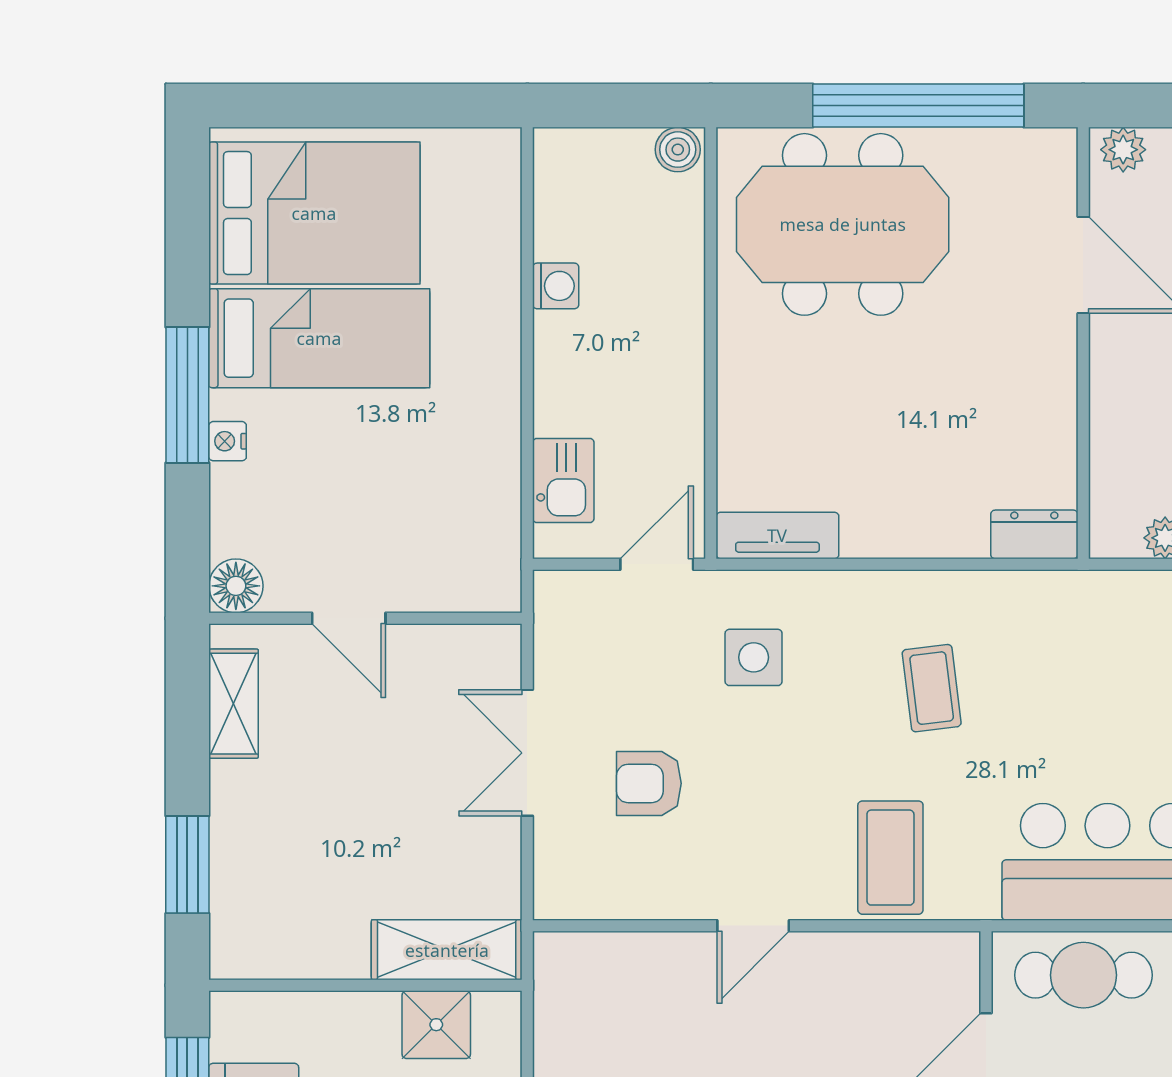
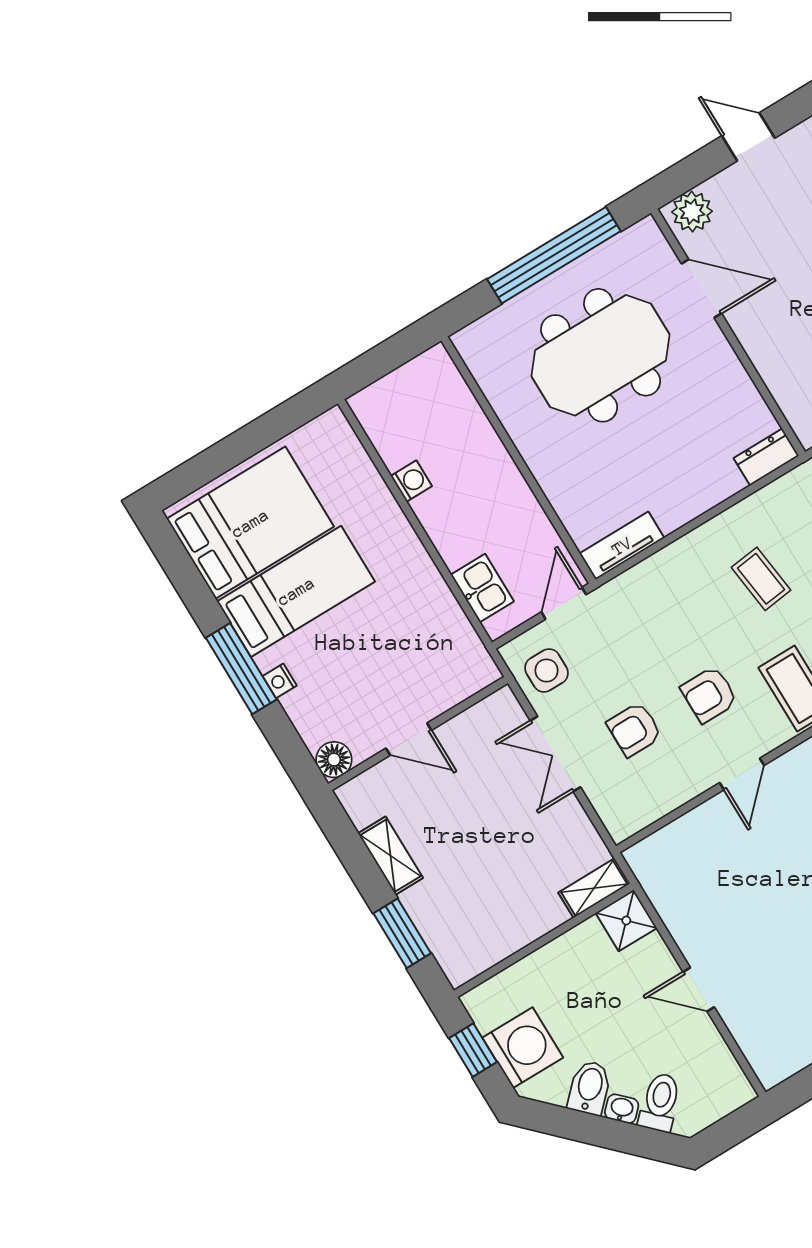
boiler: (678, 150) -> (433, 362), removed
plant: (1123, 150) -> (692, 212), width x1.38, depth x1.38
meeting table: (843, 224) -> (601, 355), moved
side table: (754, 657) -> (546, 670), moved
shelving: (234, 704) -> (390, 856), moved
armchair: (773, 797) -> (709, 695), added
shelving: (447, 950) -> (594, 888), width x0.67, depth x0.75
shower: (436, 1025) -> (626, 921), moved

